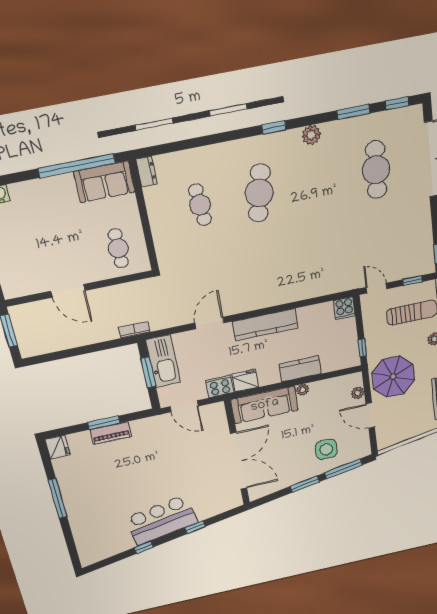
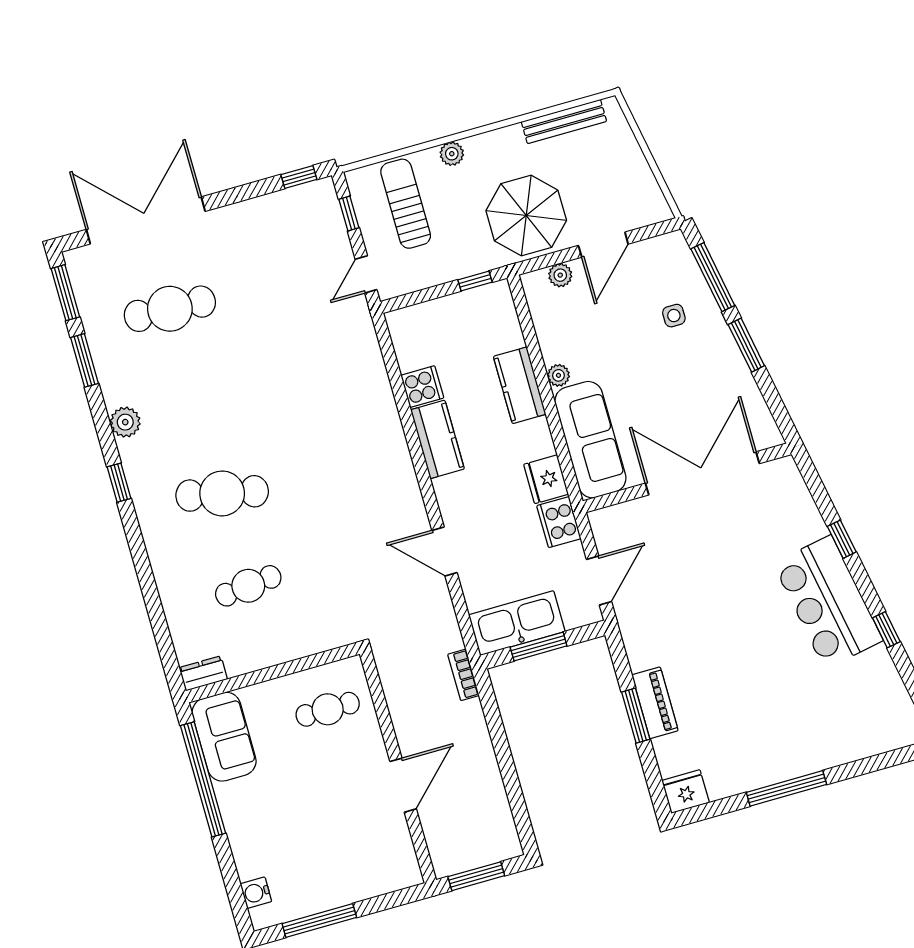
window: (397, 103) -> (65, 293), width x1.50
cooker: (344, 308) -> (422, 387), moved
kitchen counter: (265, 325) -> (437, 439), width x0.67
side table: (326, 449) -> (674, 316), width x0.54, depth x0.54

